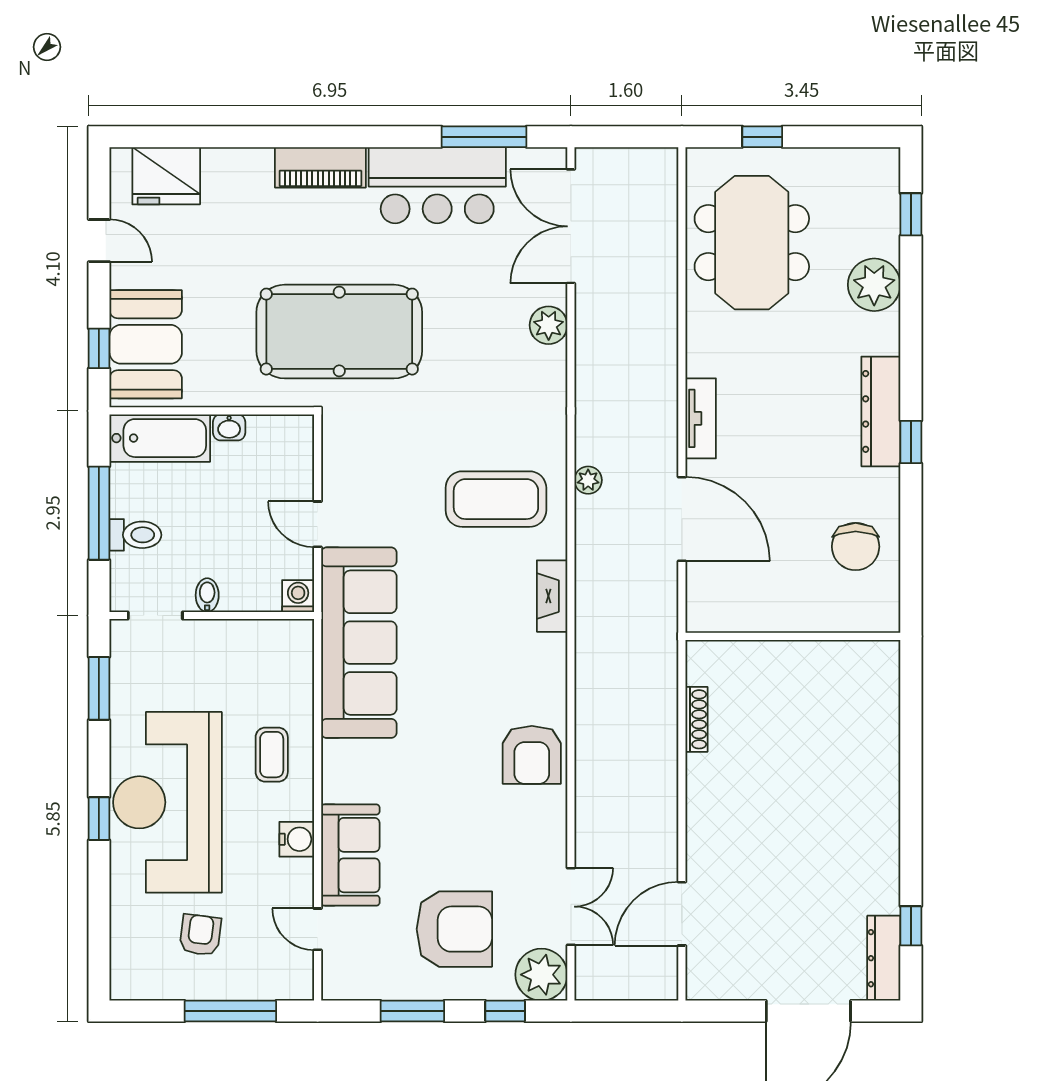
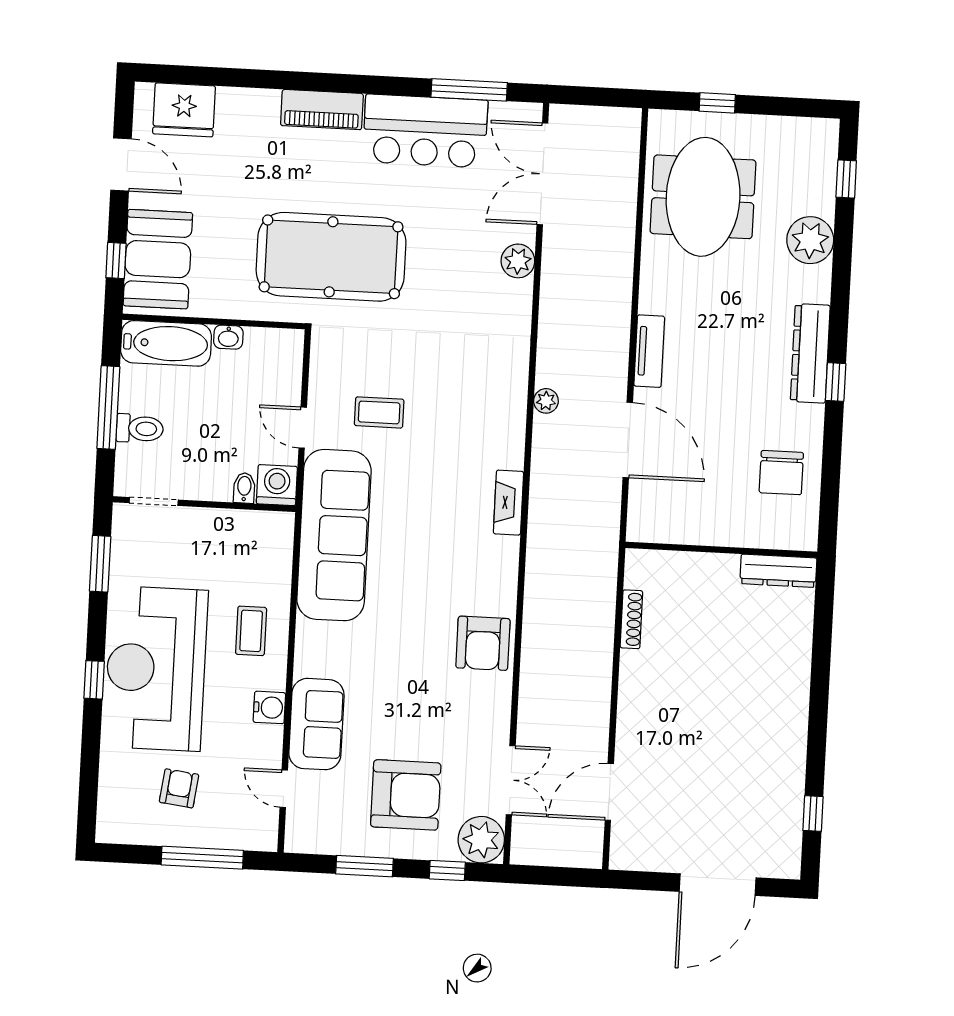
door: (99, 241) -> (121, 164), width x1.38
coffee table: (496, 499) -> (379, 412), moved, width x0.54, depth x0.58
bidet: (207, 595) -> (244, 488), moved
washing machine: (298, 596) -> (277, 485), width x1.38, depth x1.38
dresser: (884, 958) -> (778, 571), moved, turned -90

